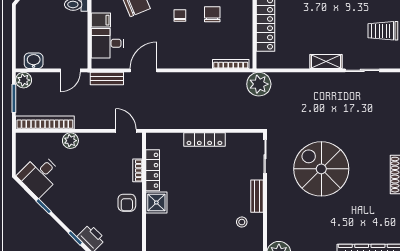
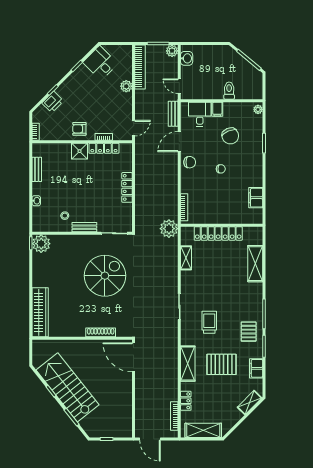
chair: (212, 14) -> (190, 162), moved
shelving: (326, 61) -> (186, 258), moved
door: (144, 70) -> (179, 141), swing flipped

